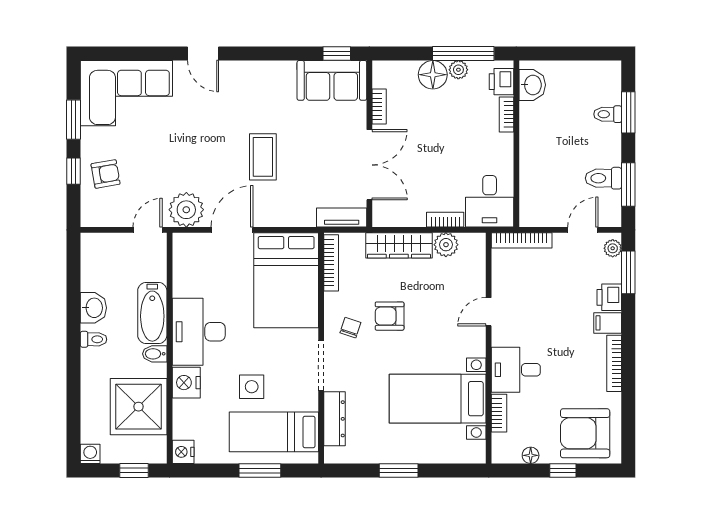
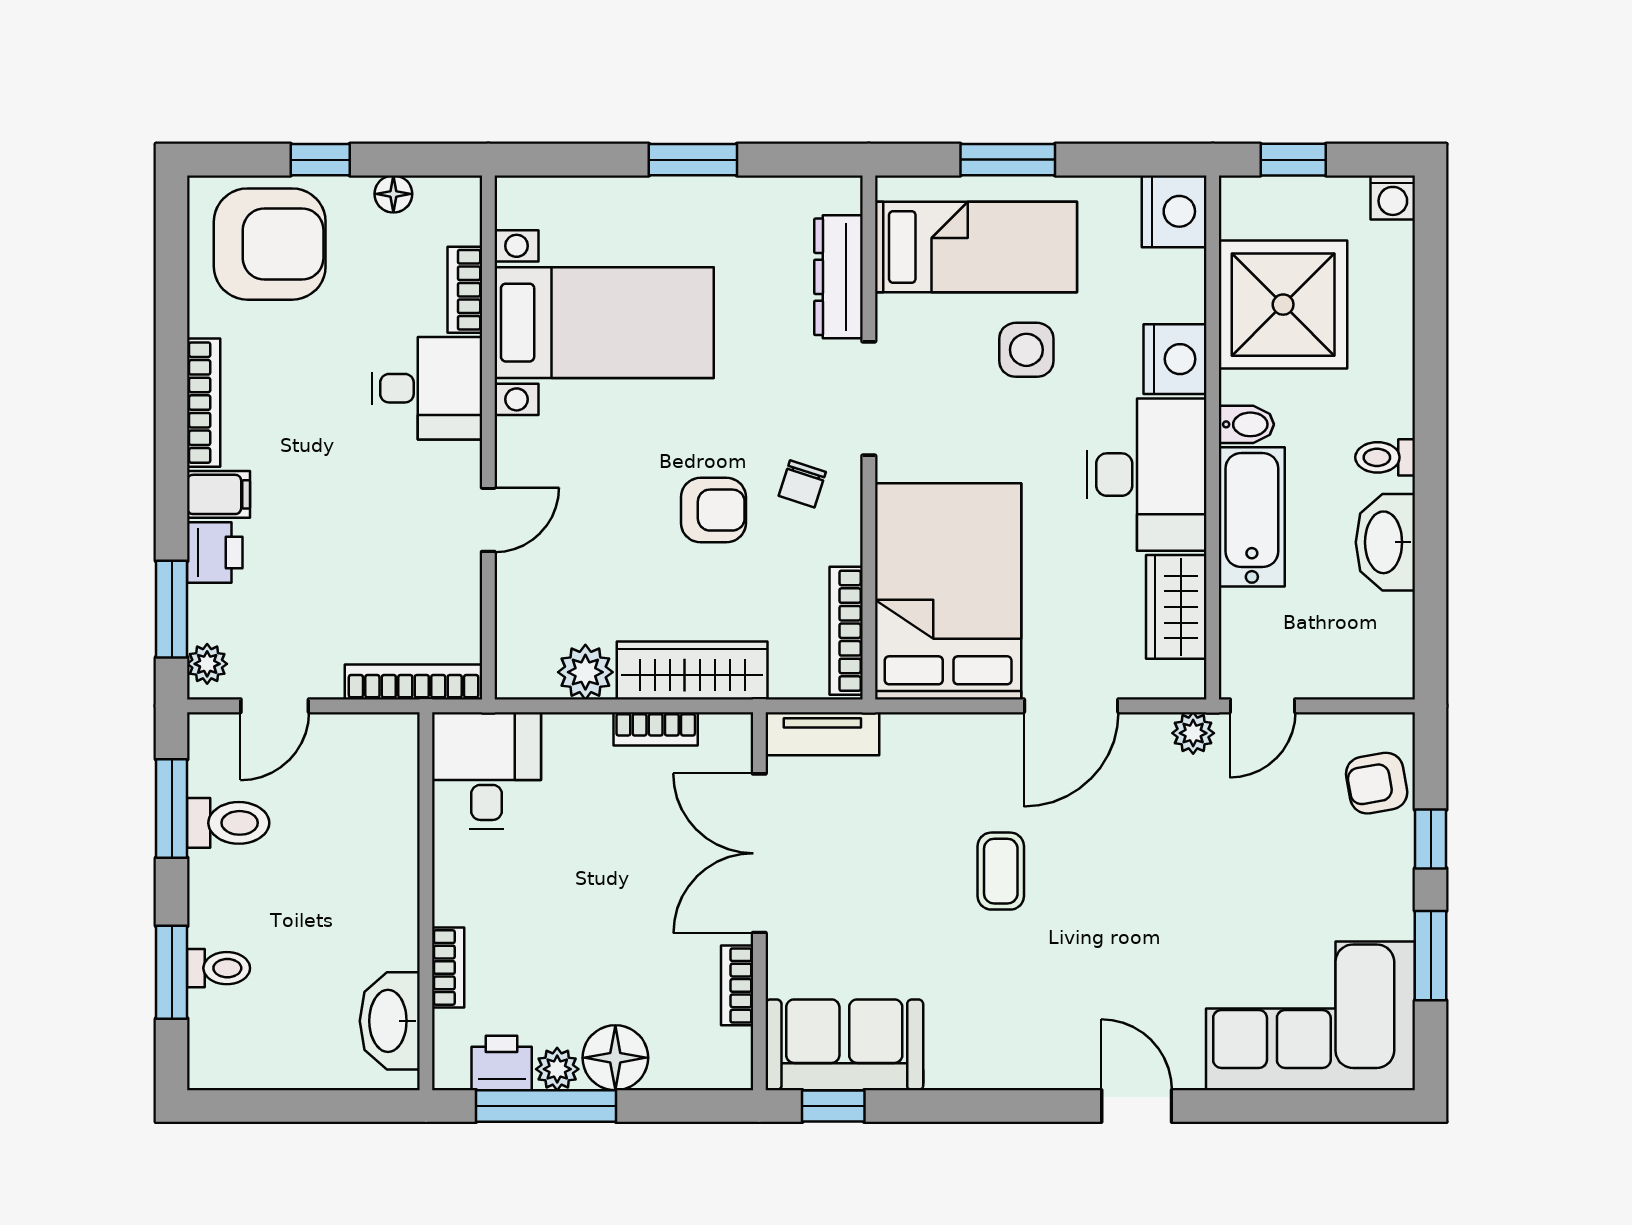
printer: (501, 82) -> (502, 1063), moved, turned -90
washbasin: (532, 85) -> (390, 1021), width x1.38
coffee table: (263, 157) -> (1001, 871), width x0.73, depth x0.77
armchair: (106, 174) -> (1377, 783), moved
plant: (186, 210) -> (1193, 733), width x0.53, depth x0.53
bookcase: (445, 220) -> (656, 729), moved
wardrobe: (186, 273) -> (1176, 607), added
washbasin: (93, 308) -> (1385, 542), width x1.38
nightstand: (183, 452) -> (1174, 211), width x1.36, depth x1.33

